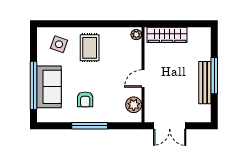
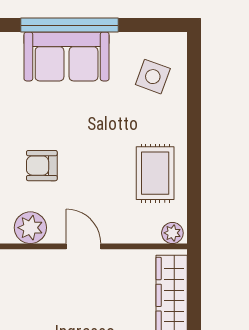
rug: (90, 48) -> (155, 173), moved, turned 90
armchair: (85, 99) -> (42, 166), moved

